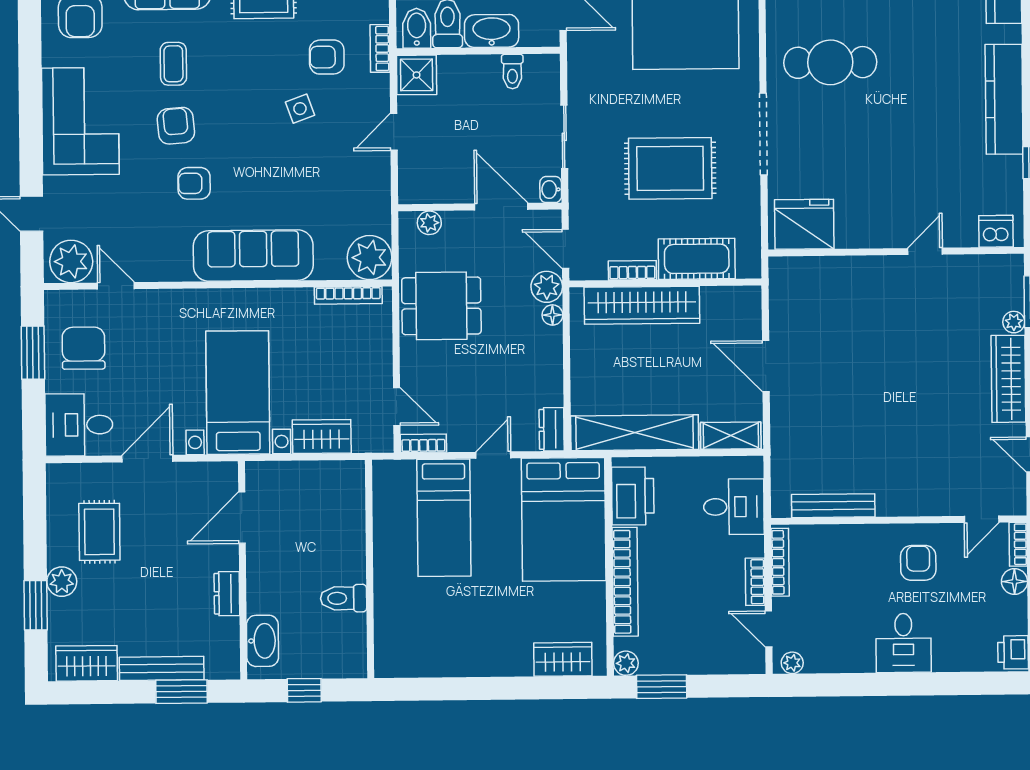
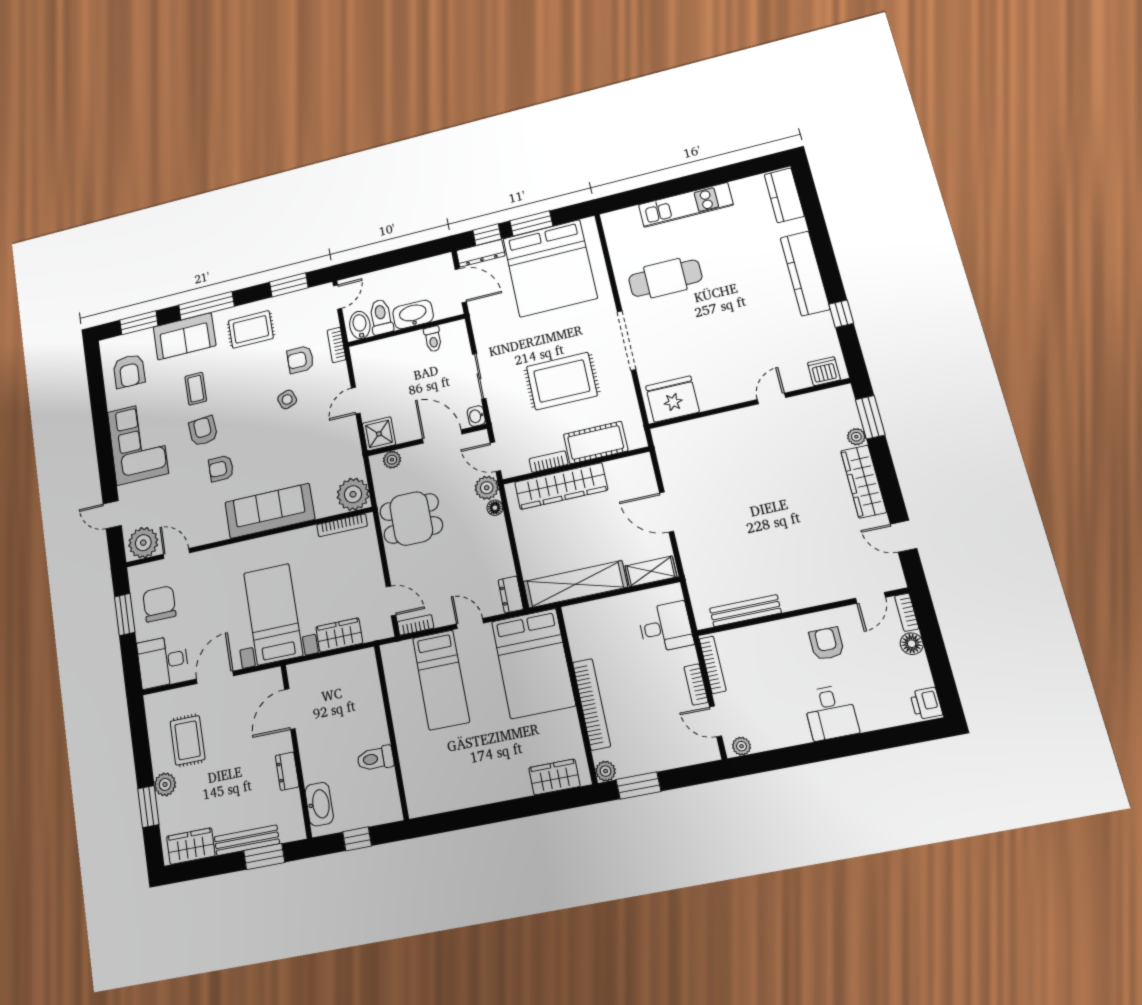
shower: (417, 75) -> (379, 434), moved
door: (493, 455) -> (470, 623), hinge flipped
printer: (633, 496) -> (584, 634), removed

